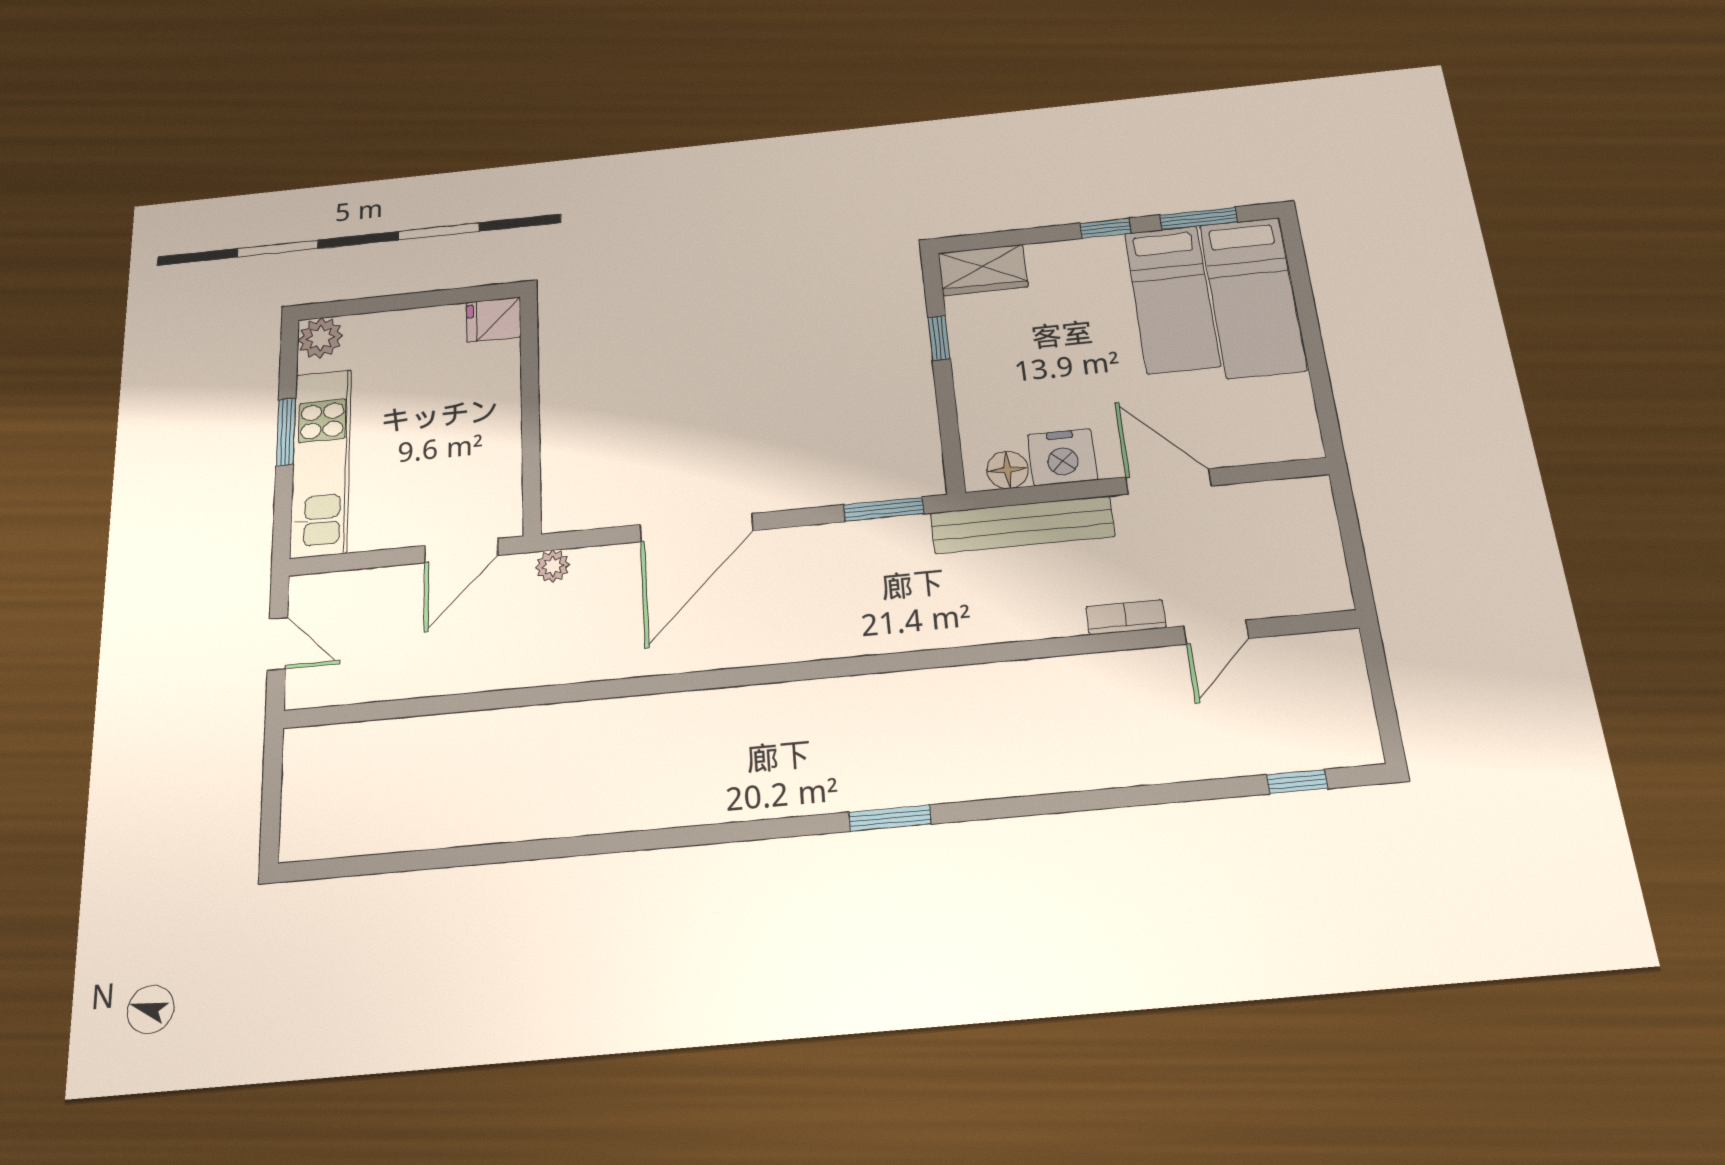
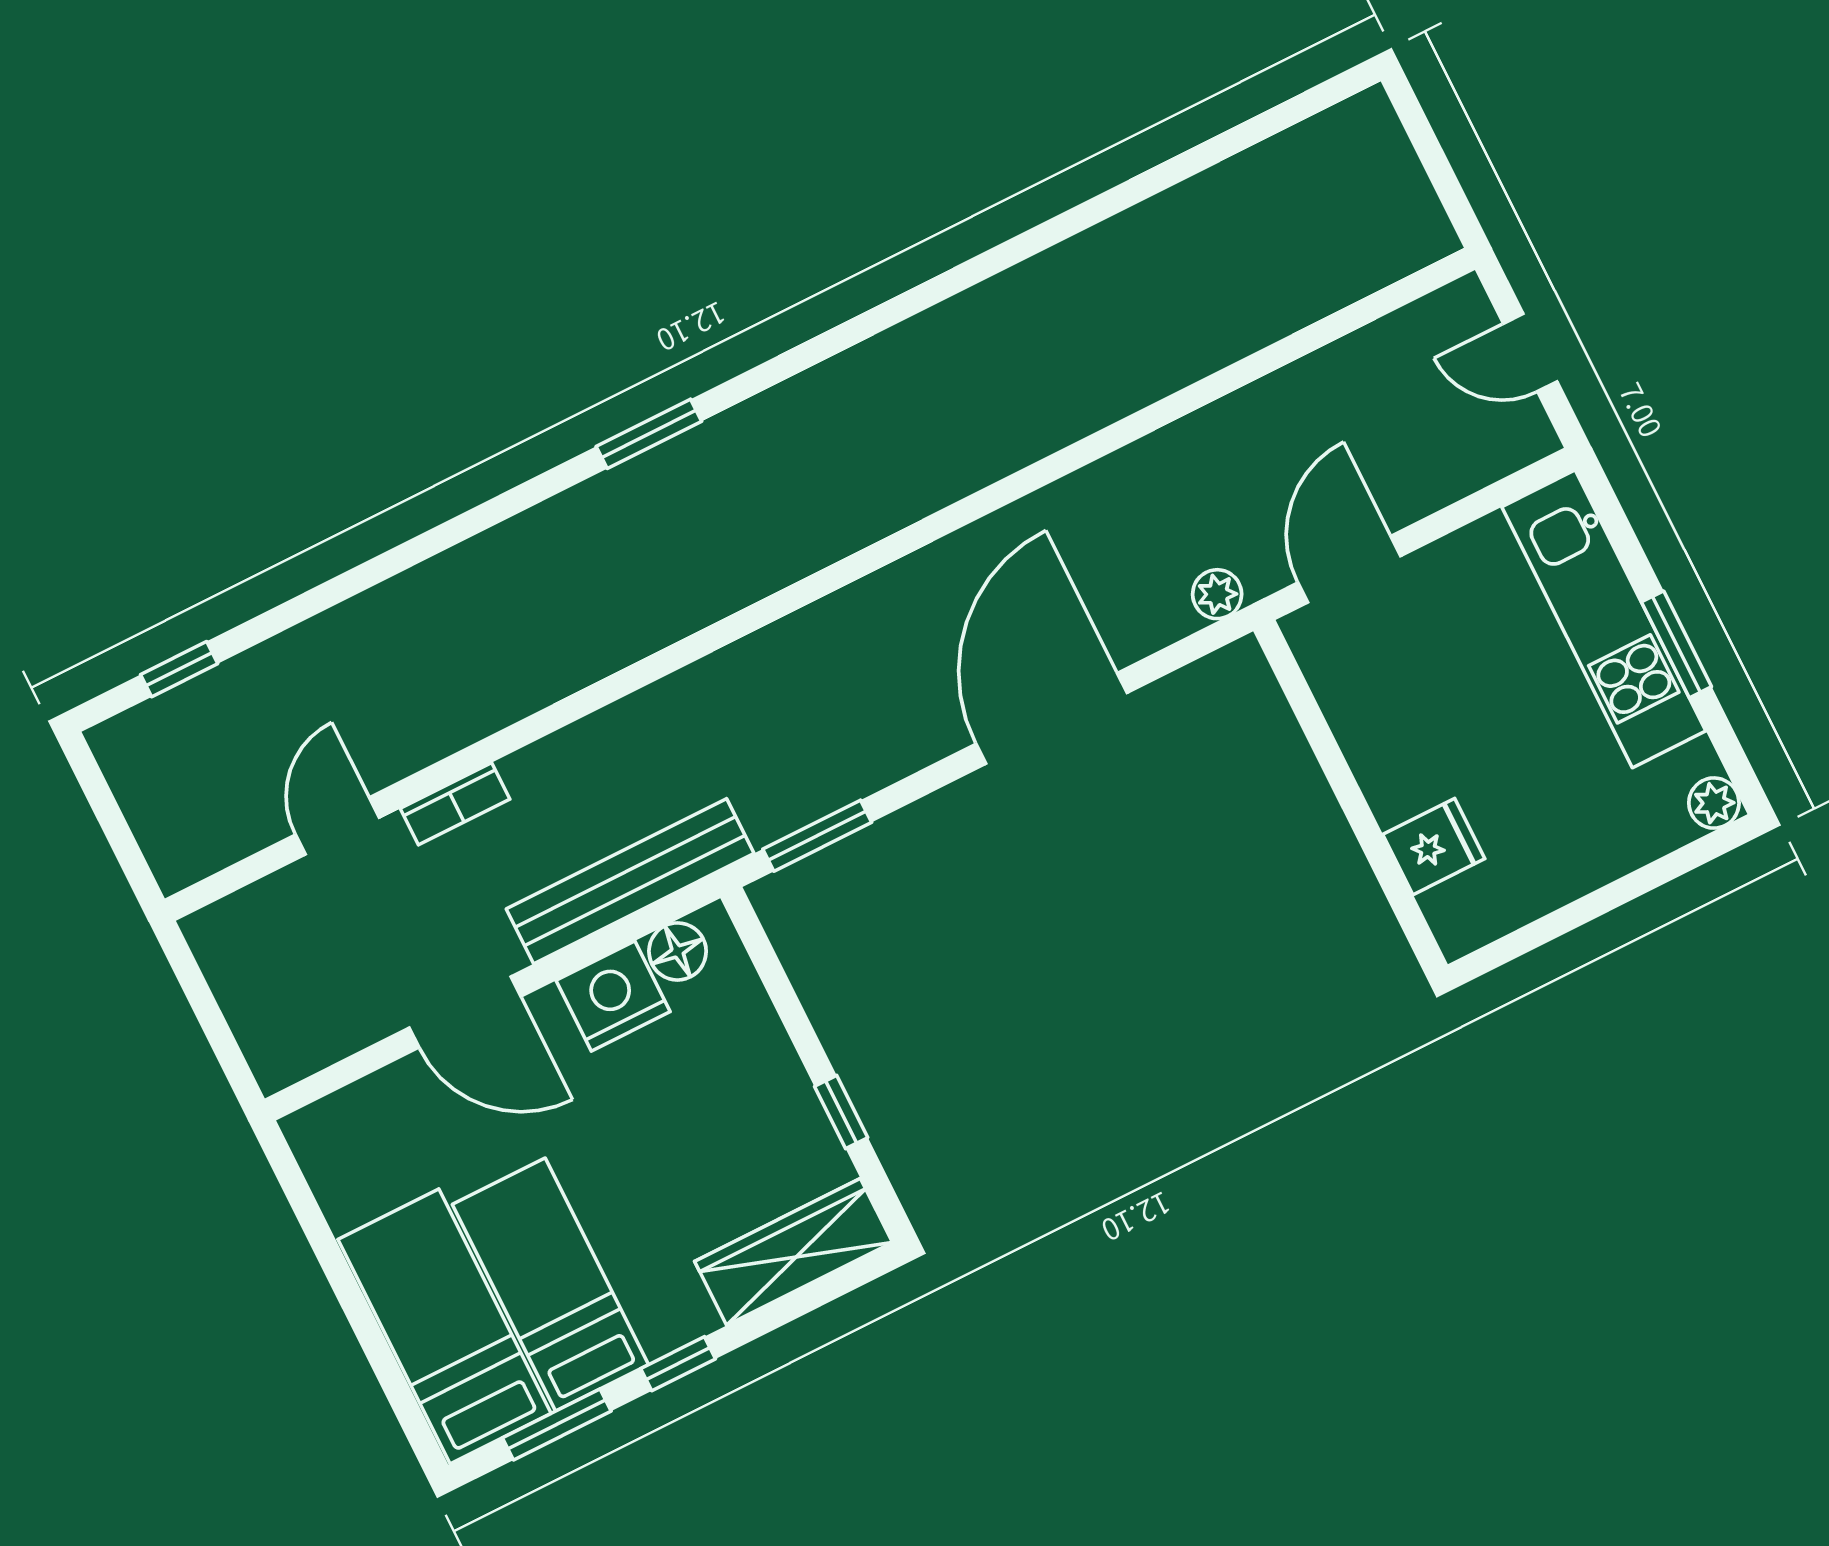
wardrobe: (983, 270) -> (794, 1252), width x1.50
fridge: (494, 320) -> (1434, 847), moved
plant: (320, 338) -> (1714, 803), width x0.73, depth x0.73

